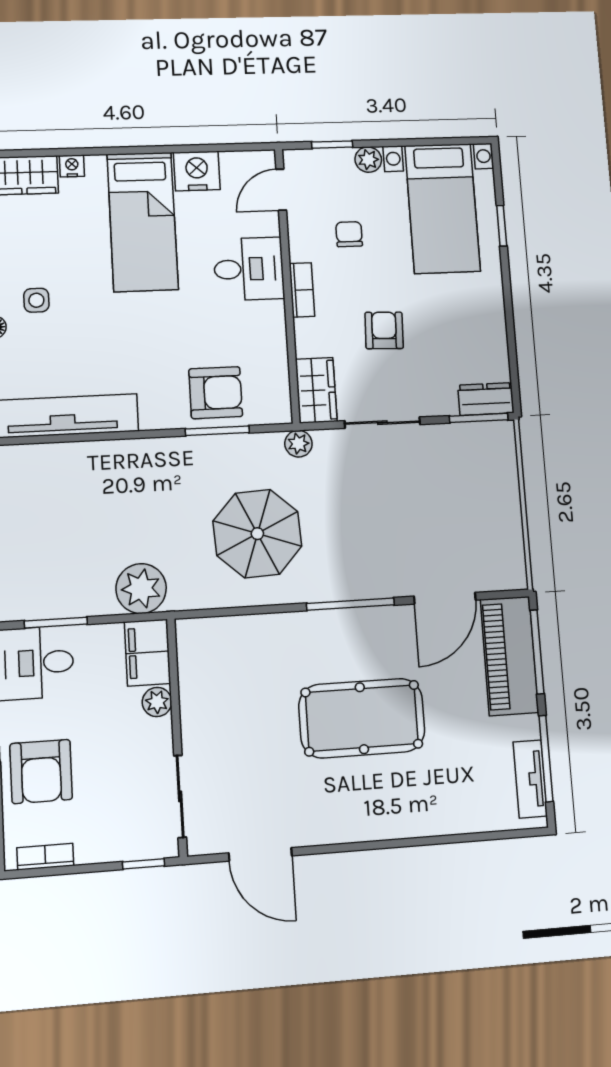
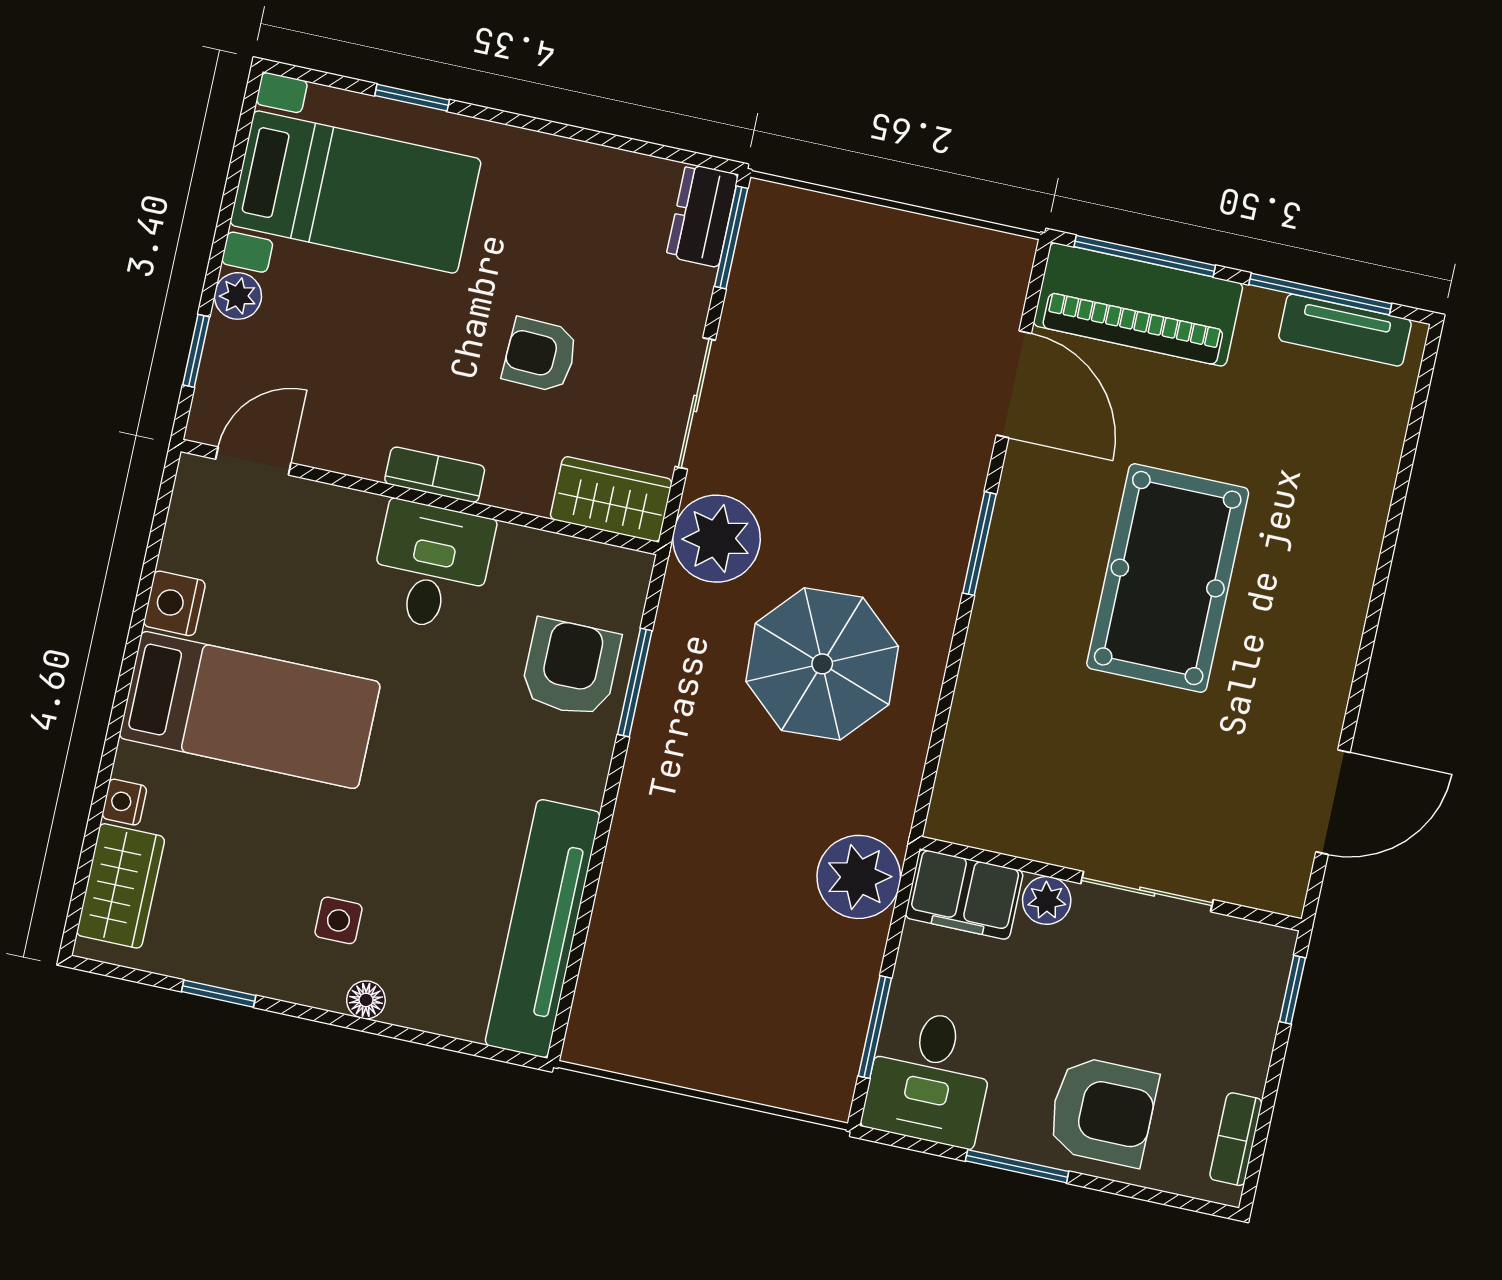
nightstand: (197, 171) -> (174, 603), width x0.74, depth x0.75
door: (281, 190) -> (253, 461), swing flipped
chair: (349, 234) -> (360, 367), removed
desk: (249, 269) -> (432, 566), moved
plant: (298, 444) -> (717, 539), width x1.87, depth x1.87
window: (350, 604) -> (979, 544), width x0.69
sliding door: (180, 796) -> (1147, 892), moved

